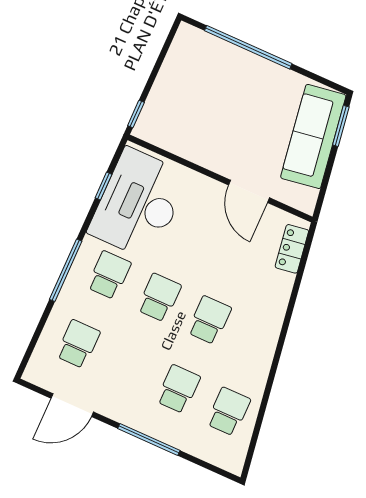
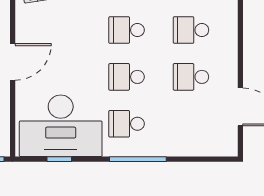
door: (249, 191) -> (13, 62), moved
school desk: (78, 344) -> (191, 77), moved
window: (149, 439) -> (240, 35), removed

